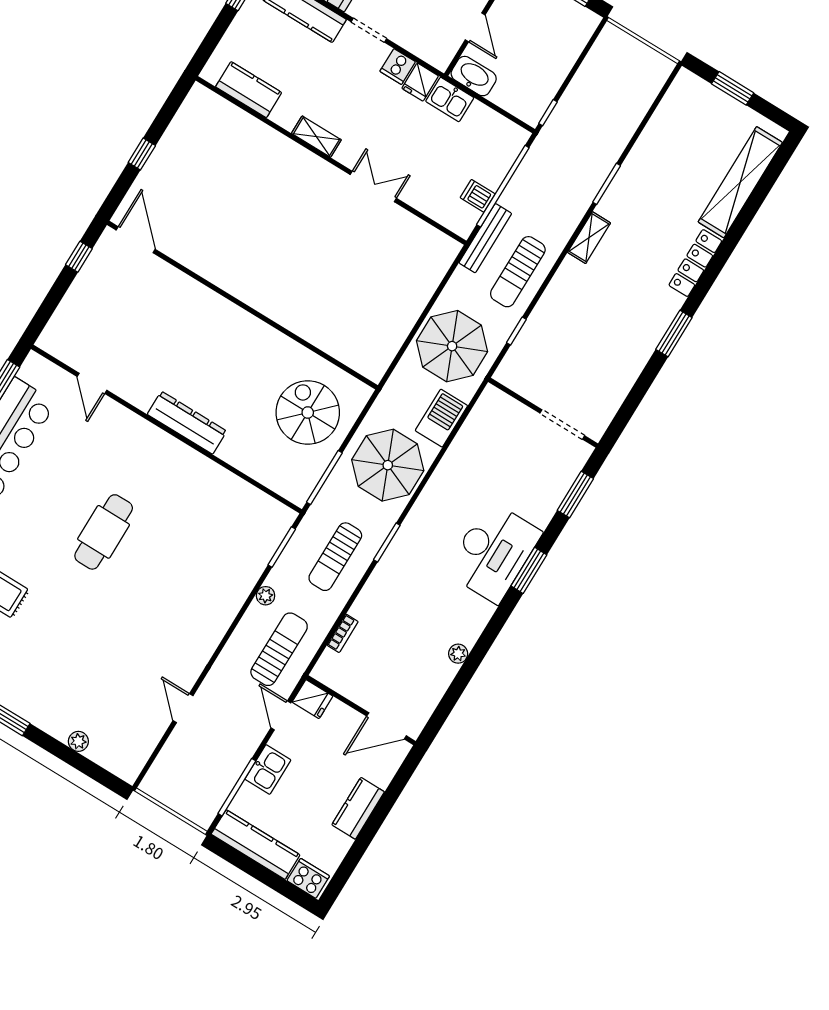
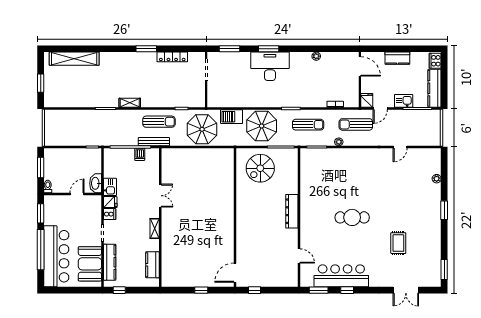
double door: (373, 186) -> (160, 196), swing flipped
locker: (695, 263) -> (172, 57), moved
door: (92, 383) -> (299, 256), hinge flipped

